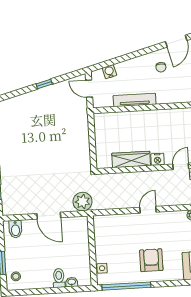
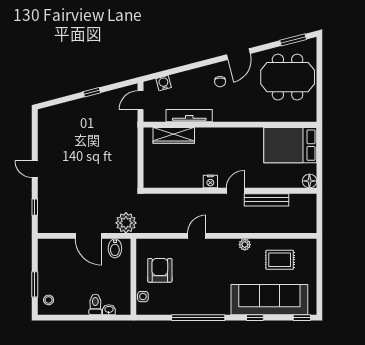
door: (89, 89) -> (140, 100), hinge flipped
wardrobe: (131, 159) -> (174, 135), moved, turned 180
bidet: (15, 229) -> (115, 248), moved
armchair: (151, 260) -> (160, 270), moved
window: (126, 286) -> (198, 318), moved

